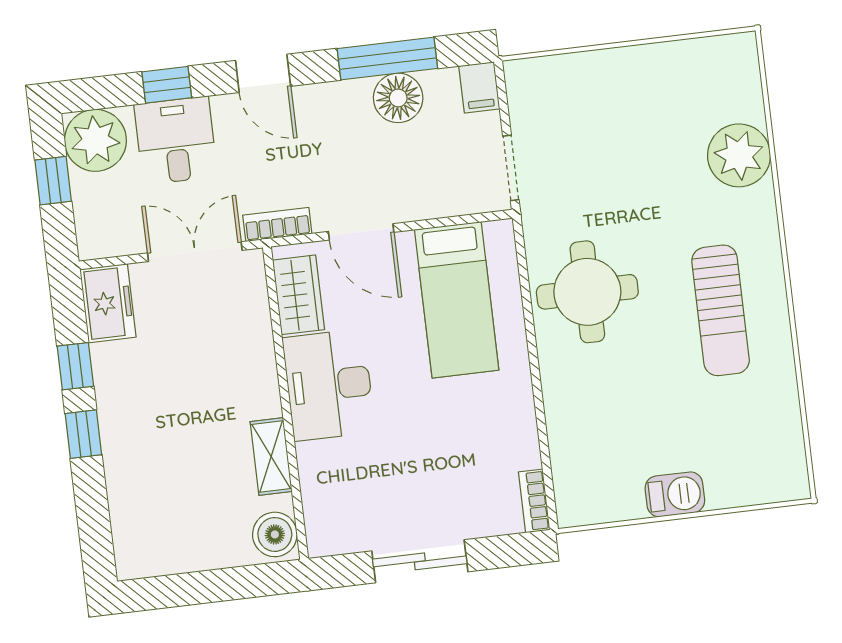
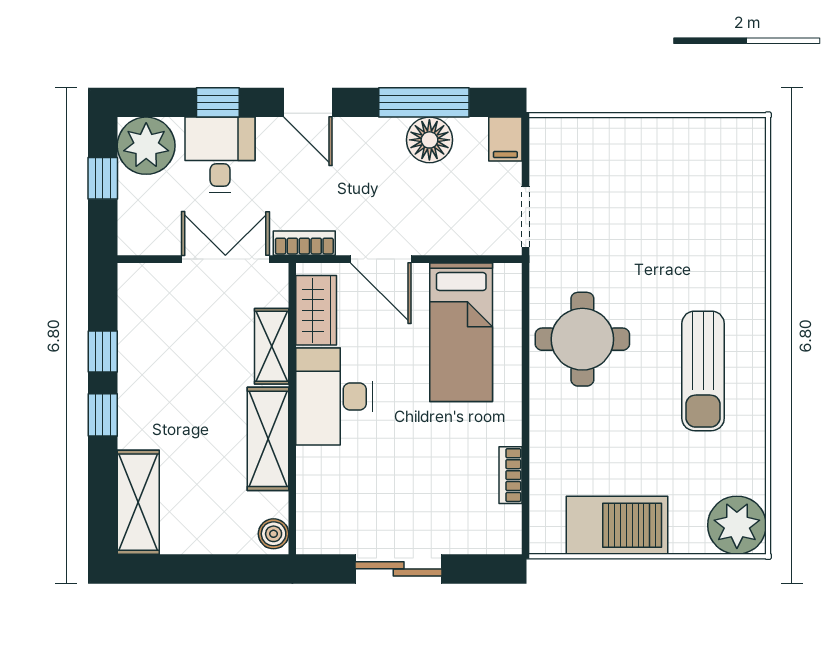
plant: (739, 155) -> (737, 525), moved
freezer: (108, 303) -> (140, 297), removed
shelving: (255, 339) -> (272, 346), added
shelving: (271, 456) -> (268, 439), width x1.50, depth x1.33
barbecue: (675, 494) -> (617, 525), width x1.88, depth x1.53
bookcase: (534, 501) -> (511, 475), moved
shelving: (133, 523) -> (138, 502), added
boiler: (275, 534) -> (274, 534), width x0.73, depth x0.73

